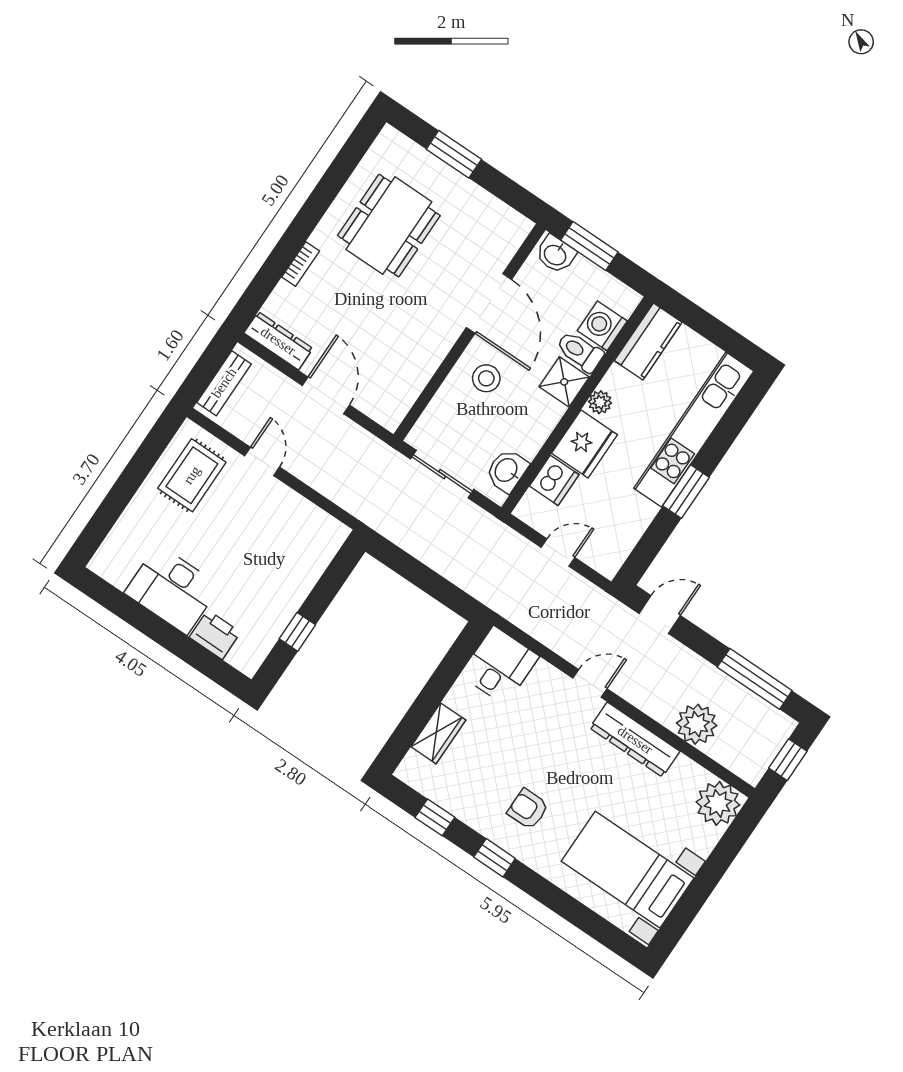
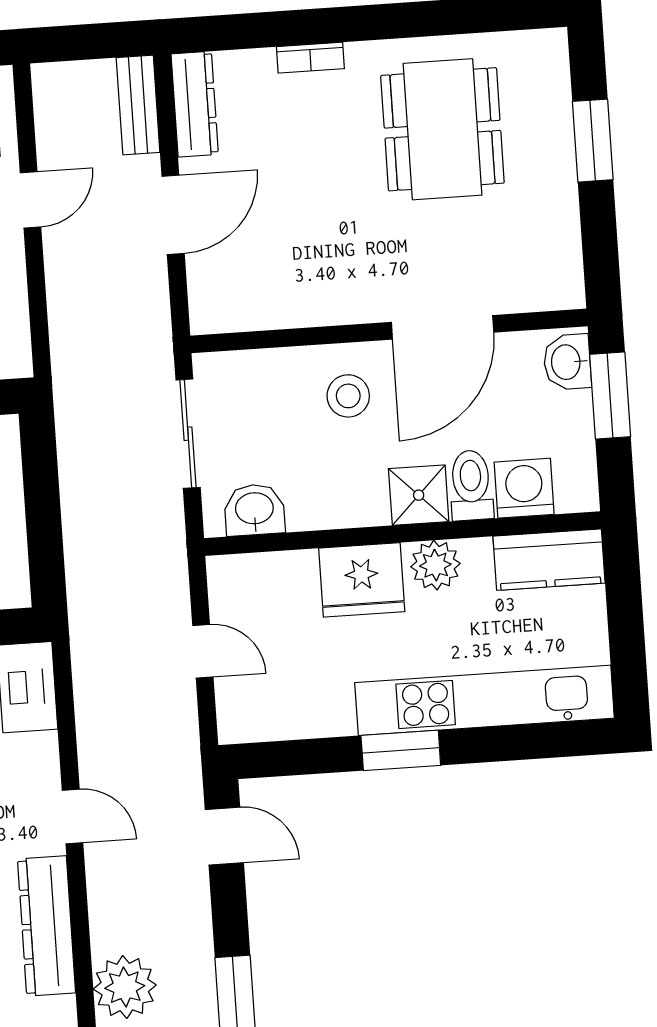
dining table: (389, 226) -> (442, 129), turned 90
bench: (224, 383) -> (138, 105), moved, turned 90
plant: (600, 402) -> (435, 565), width x1.38, depth x1.38
dishwasher: (554, 480) -> (288, 577), removed

